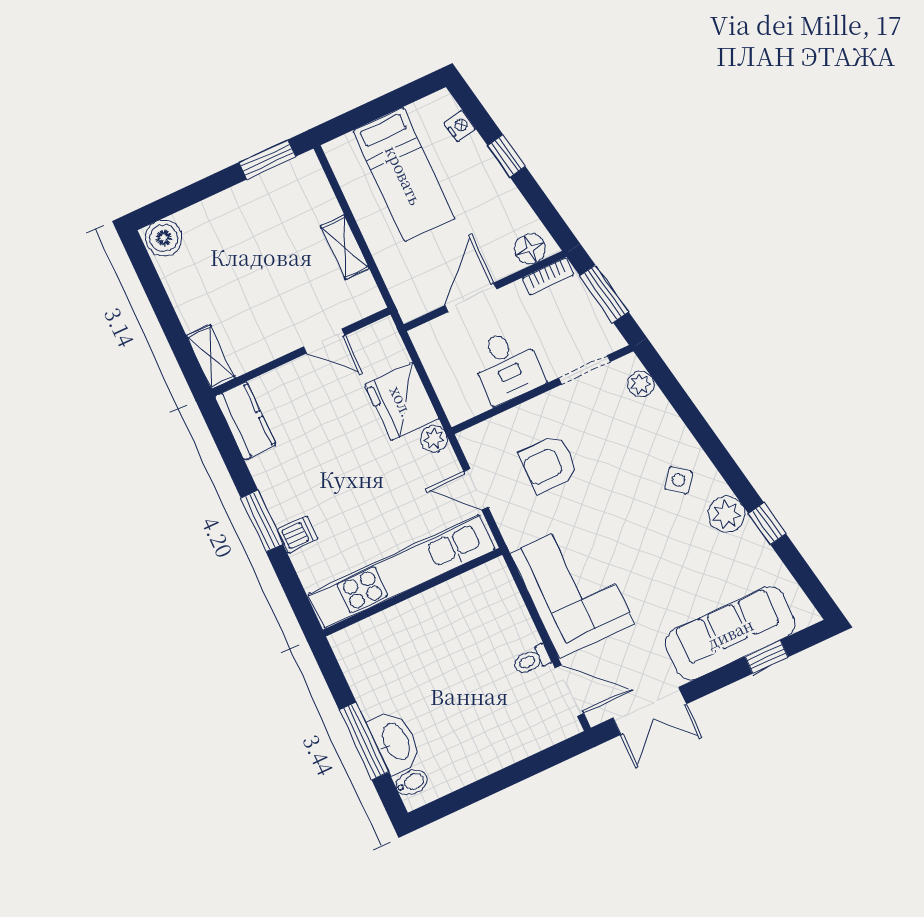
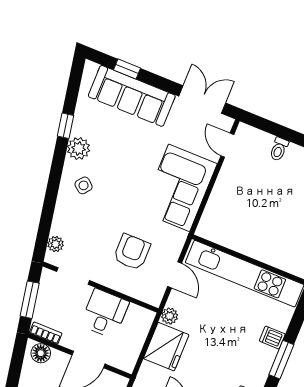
armchair: (549, 464) -> (132, 252), turned -90
toilet: (532, 660) -> (279, 149), moved, turned 90
door: (569, 691) -> (227, 145), width x0.73

